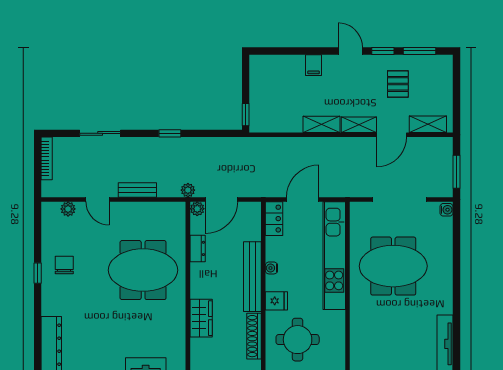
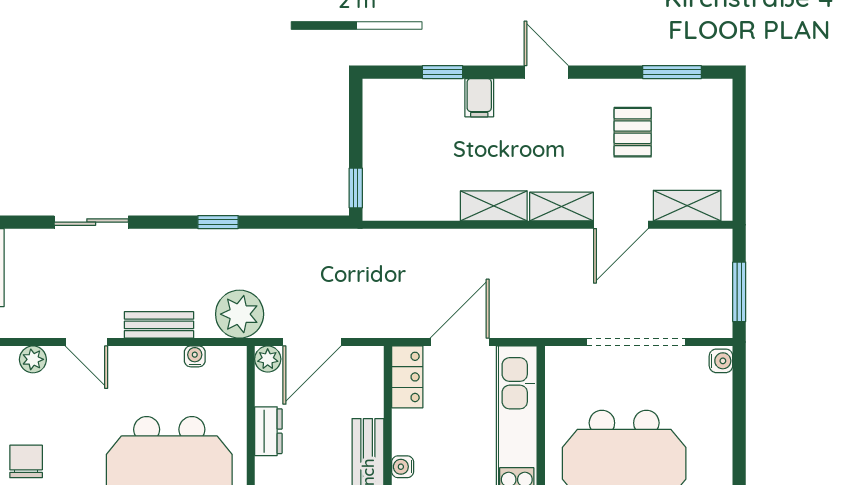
window: (383, 51) -> (443, 72), moved
plant: (188, 190) -> (240, 314), width x1.88, depth x1.88
water cooler: (157, 207) -> (195, 356), added

